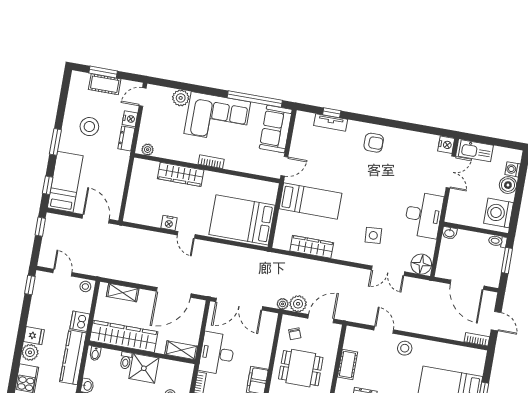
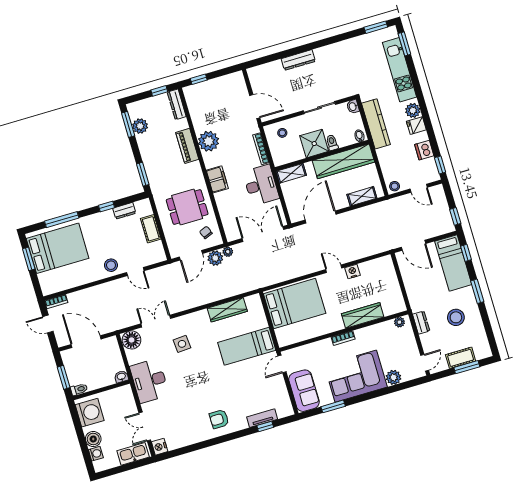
window: (255, 99) -> (333, 406), width x0.47
nightstand: (130, 119) -> (426, 340), removed
dishwasher: (80, 321) -> (424, 150), moved, turned 180

